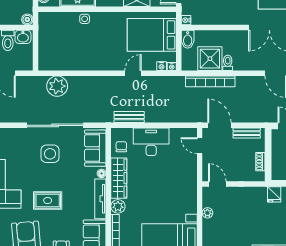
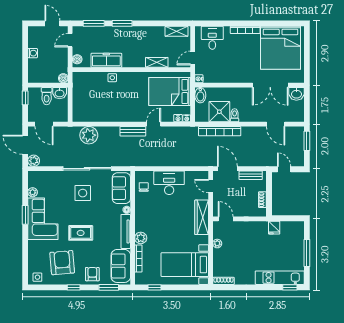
bench: (129, 117) -> (133, 131), moved
wardrobe: (119, 178) -> (202, 217), moved, turned 180

